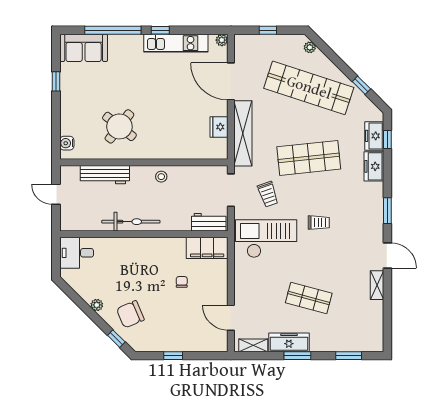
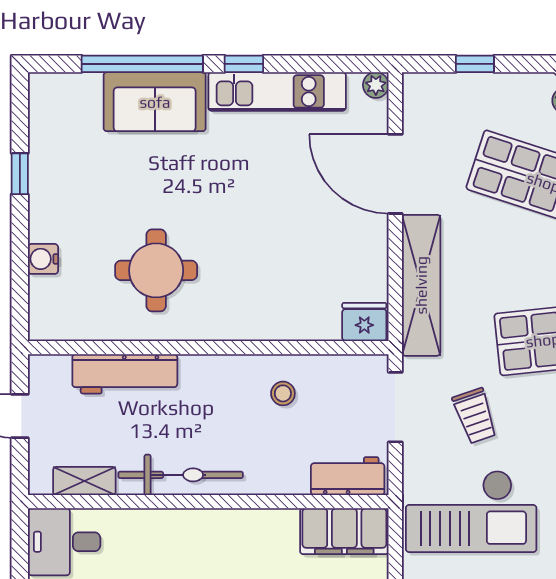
sofa: (84, 48) -> (155, 102), moved
round table: (119, 126) -> (156, 270), turned -38
fridge: (219, 127) -> (364, 322), moved, turned 90
water cooler: (67, 143) -> (43, 259), moved
stool: (161, 177) -> (283, 393), moved
shelving: (86, 225) -> (84, 481), added
checkout: (266, 239) -> (471, 511), turned 180

